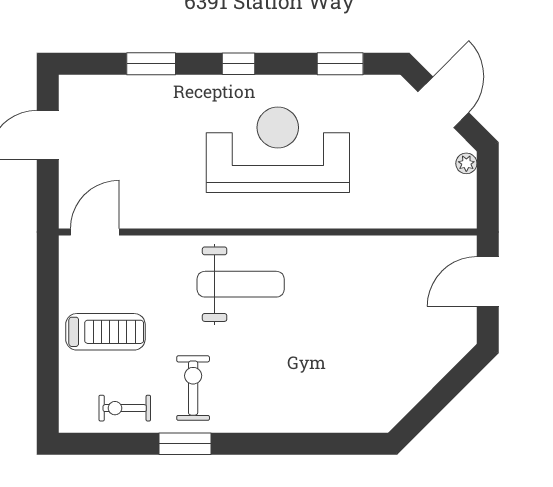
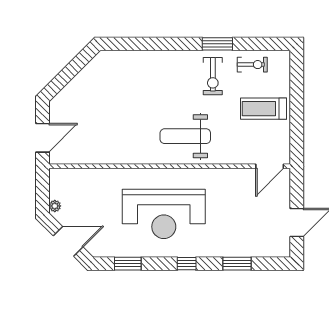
door: (443, 102) -> (68, 241), swing flipped

